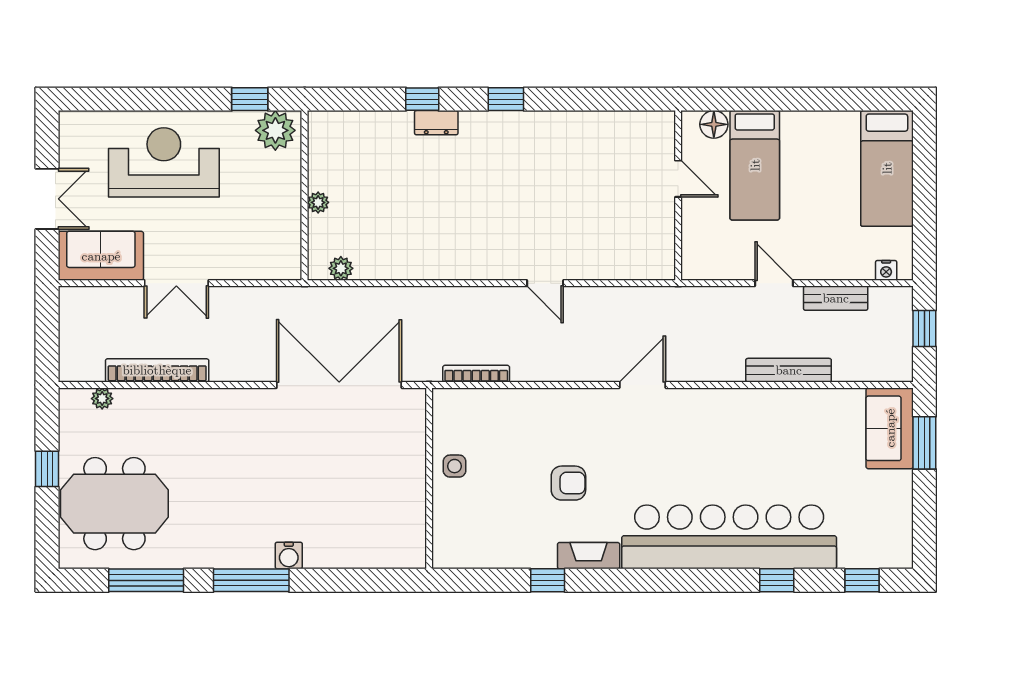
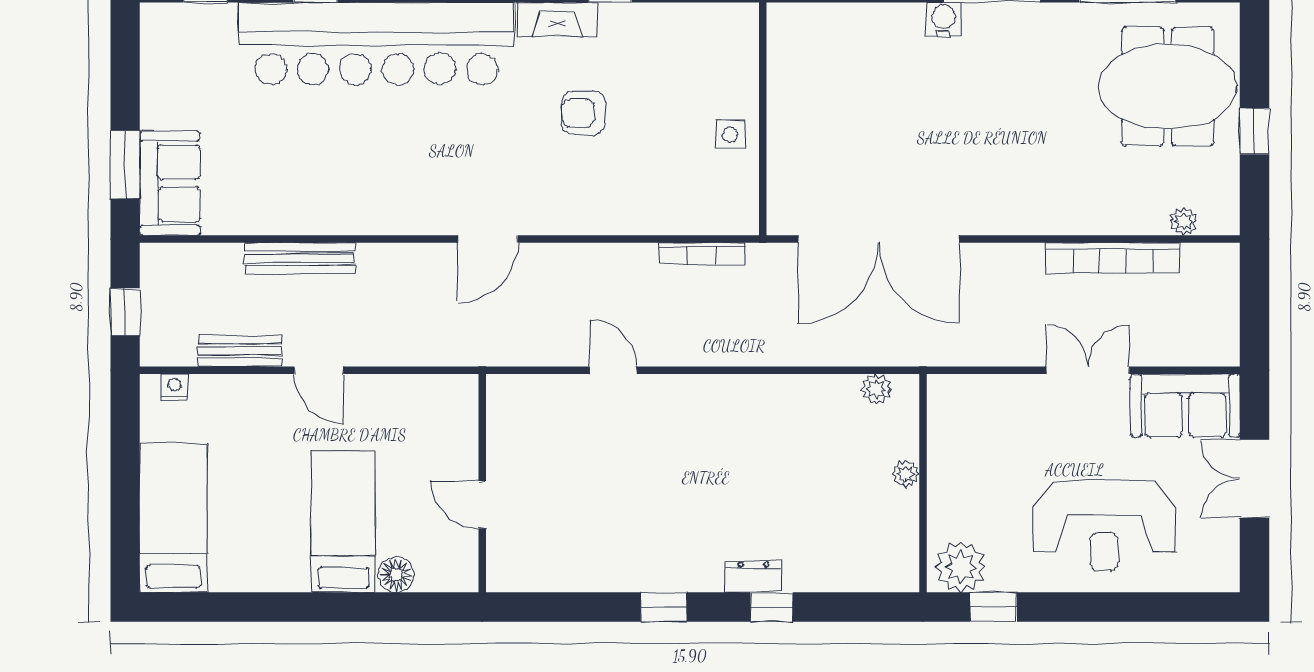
door: (678, 179) -> (482, 505), moved
wall: (678, 195) -> (482, 483), moved

